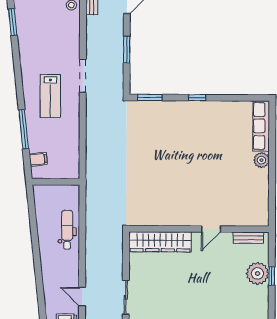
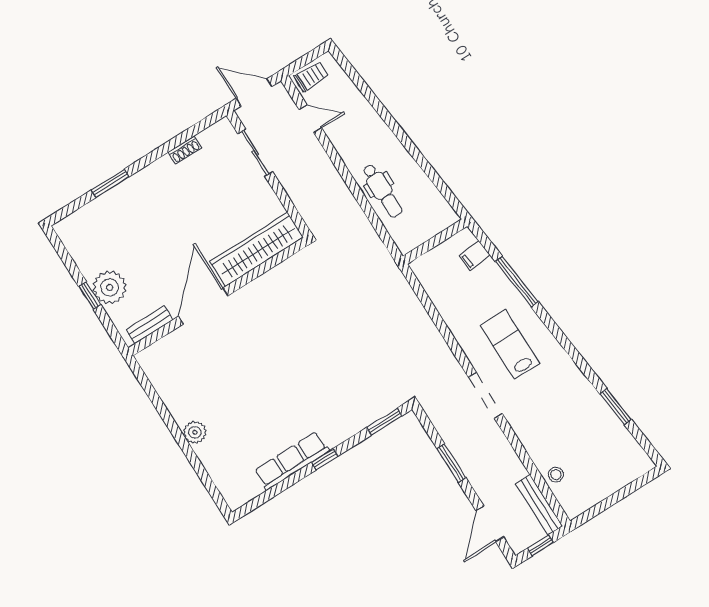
row of seats: (261, 126) -> (292, 461), moved, turned -90
door: (211, 229) -> (203, 306), width x1.87

